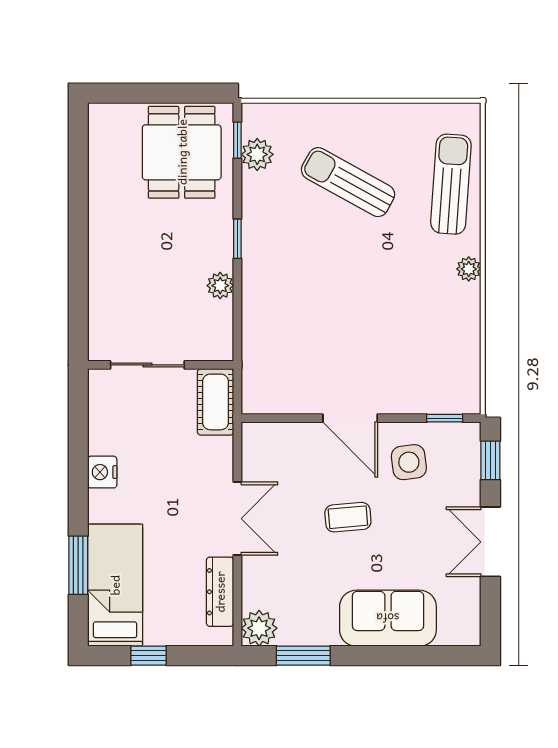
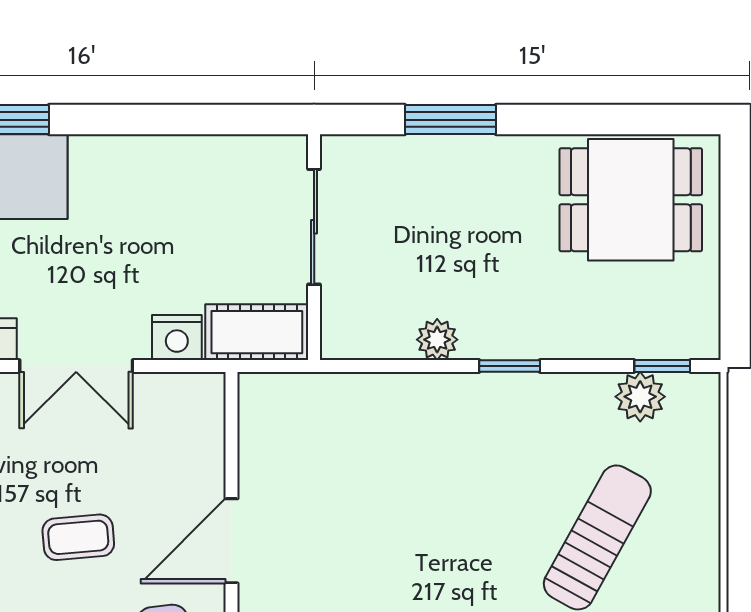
dining table: (182, 152) -> (631, 200), moved
window: (78, 277) -> (450, 120), added
nightstand: (102, 472) -> (177, 337), moved, turned 180
coffee table: (348, 517) -> (78, 537), turned 90

